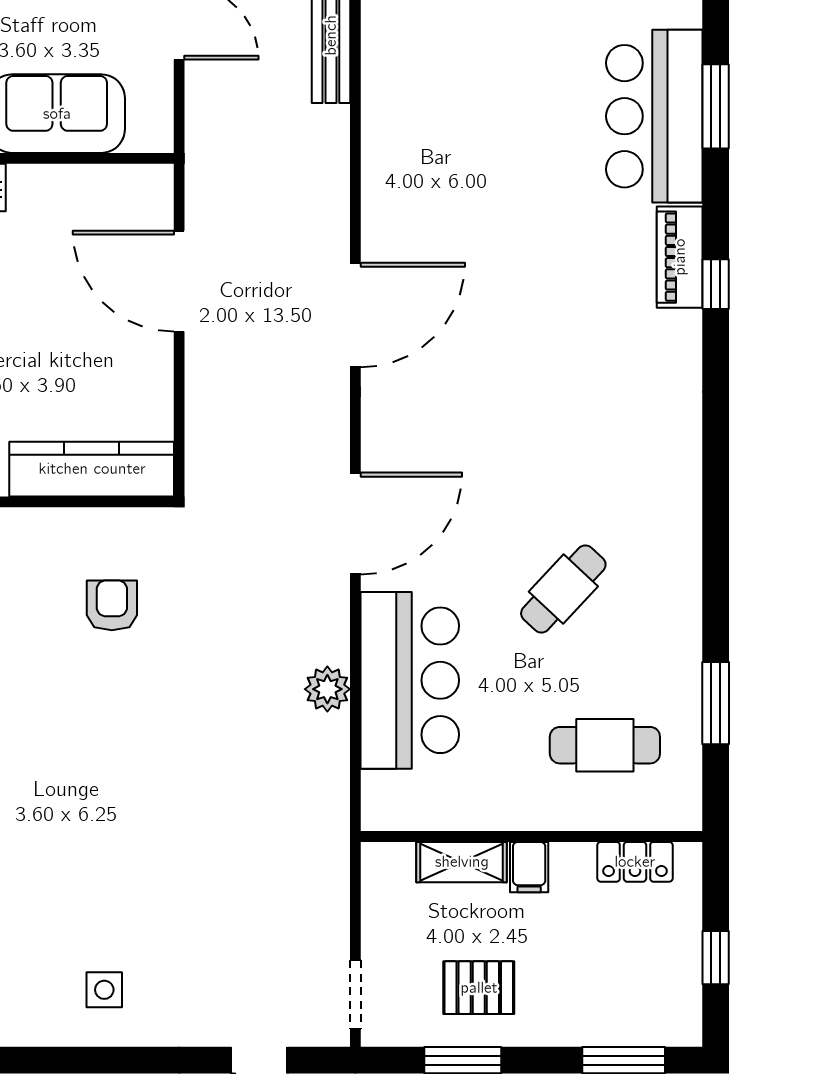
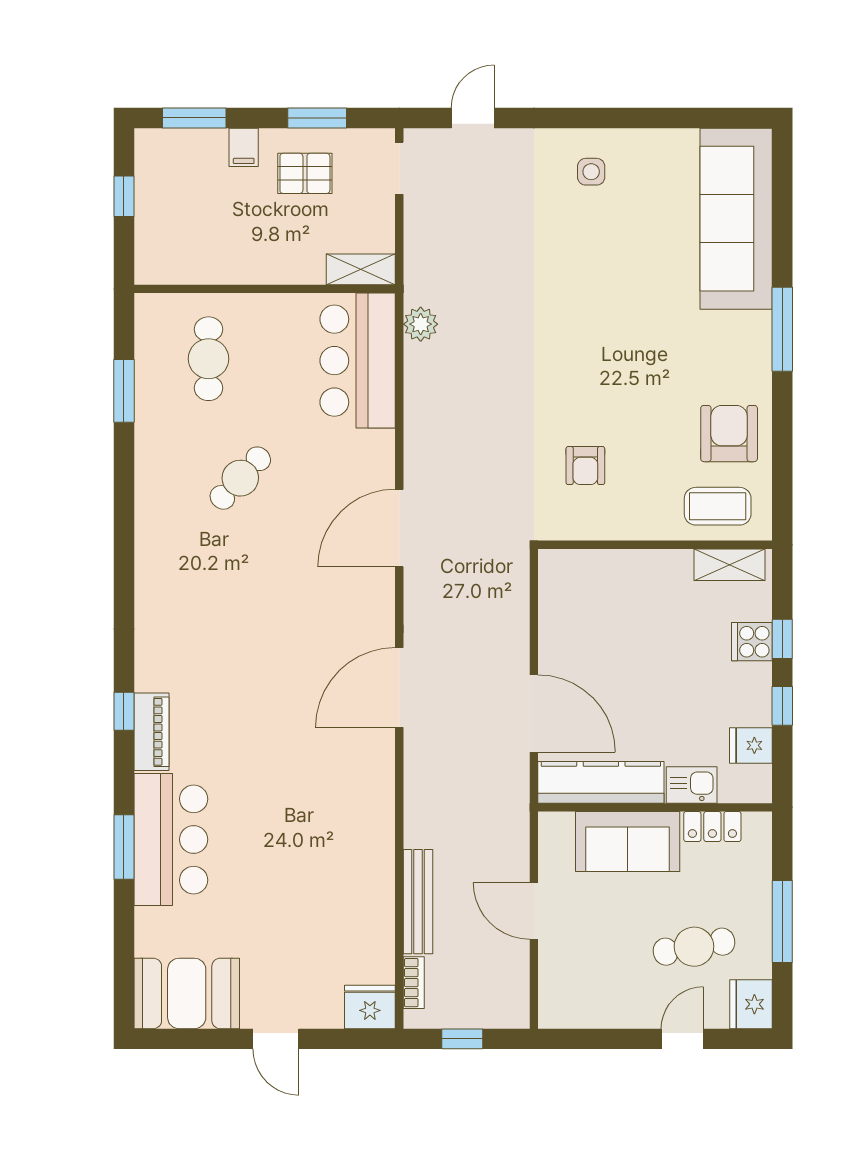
kitchen counter: (92, 469) -> (601, 782), moved, turned 180
bar counter: (410, 680) -> (358, 361), moved
plant: (327, 689) -> (421, 324), moved
cafe table: (605, 745) -> (208, 359), turned 90
shelving: (462, 862) -> (361, 269), moved
locker: (635, 862) -> (185, 270), removed
filing cabinet: (529, 867) -> (244, 147), moved, turned 180

